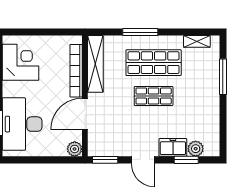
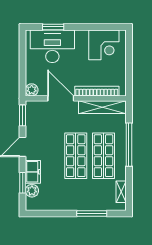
window: (140, 32) -> (129, 145), width x1.46
shop shelf: (154, 96) -> (76, 156), width x1.43, depth x1.36

